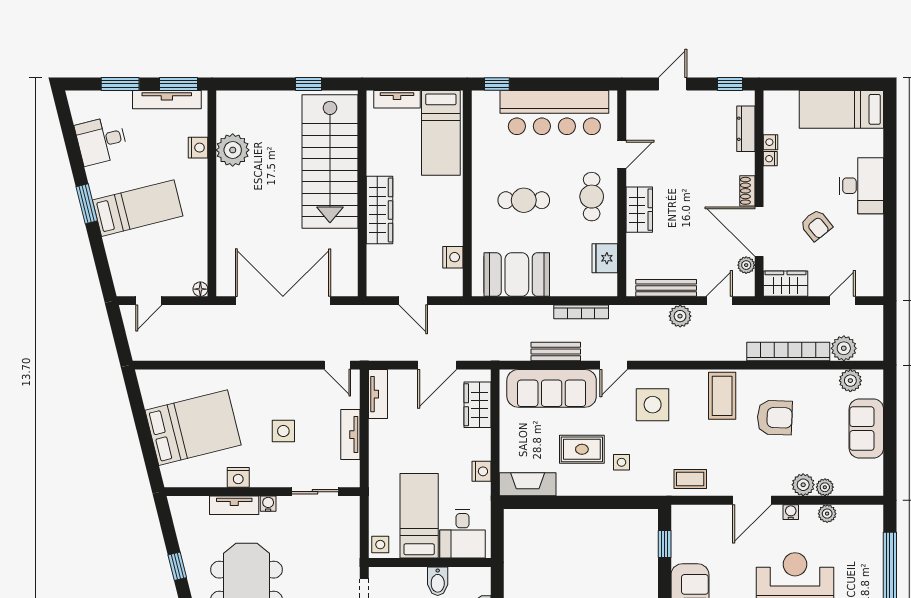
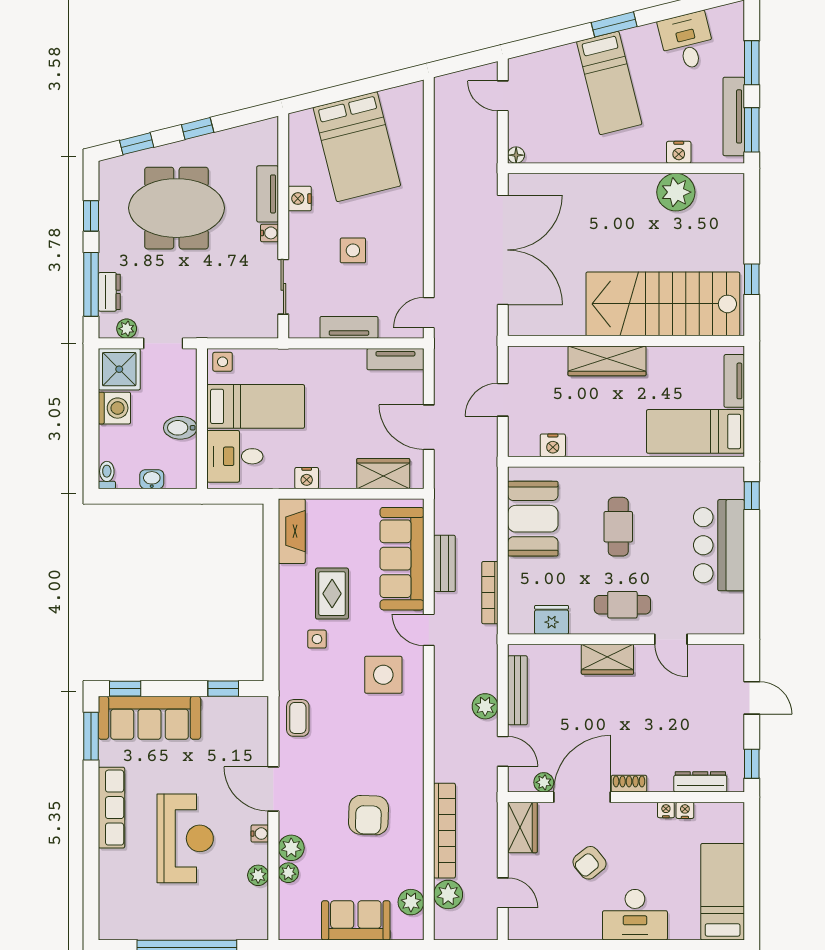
bar counter: (554, 113) -> (719, 545), width x0.73
coffee table: (722, 396) -> (393, 755), removed

